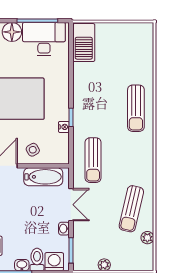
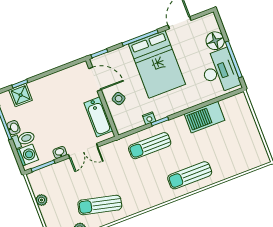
barbecue: (84, 43) -> (205, 117), moved
sun lounger: (93, 160) -> (150, 146), moved

